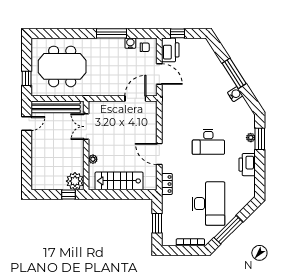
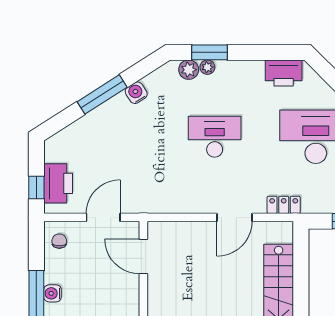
water cooler: (130, 43) -> (53, 293), moved
printer: (170, 50) -> (58, 183), moved, turned 90
plant: (249, 126) -> (189, 70), added
desk: (208, 142) -> (215, 137), turned -90
printer: (247, 165) -> (284, 73), moved

